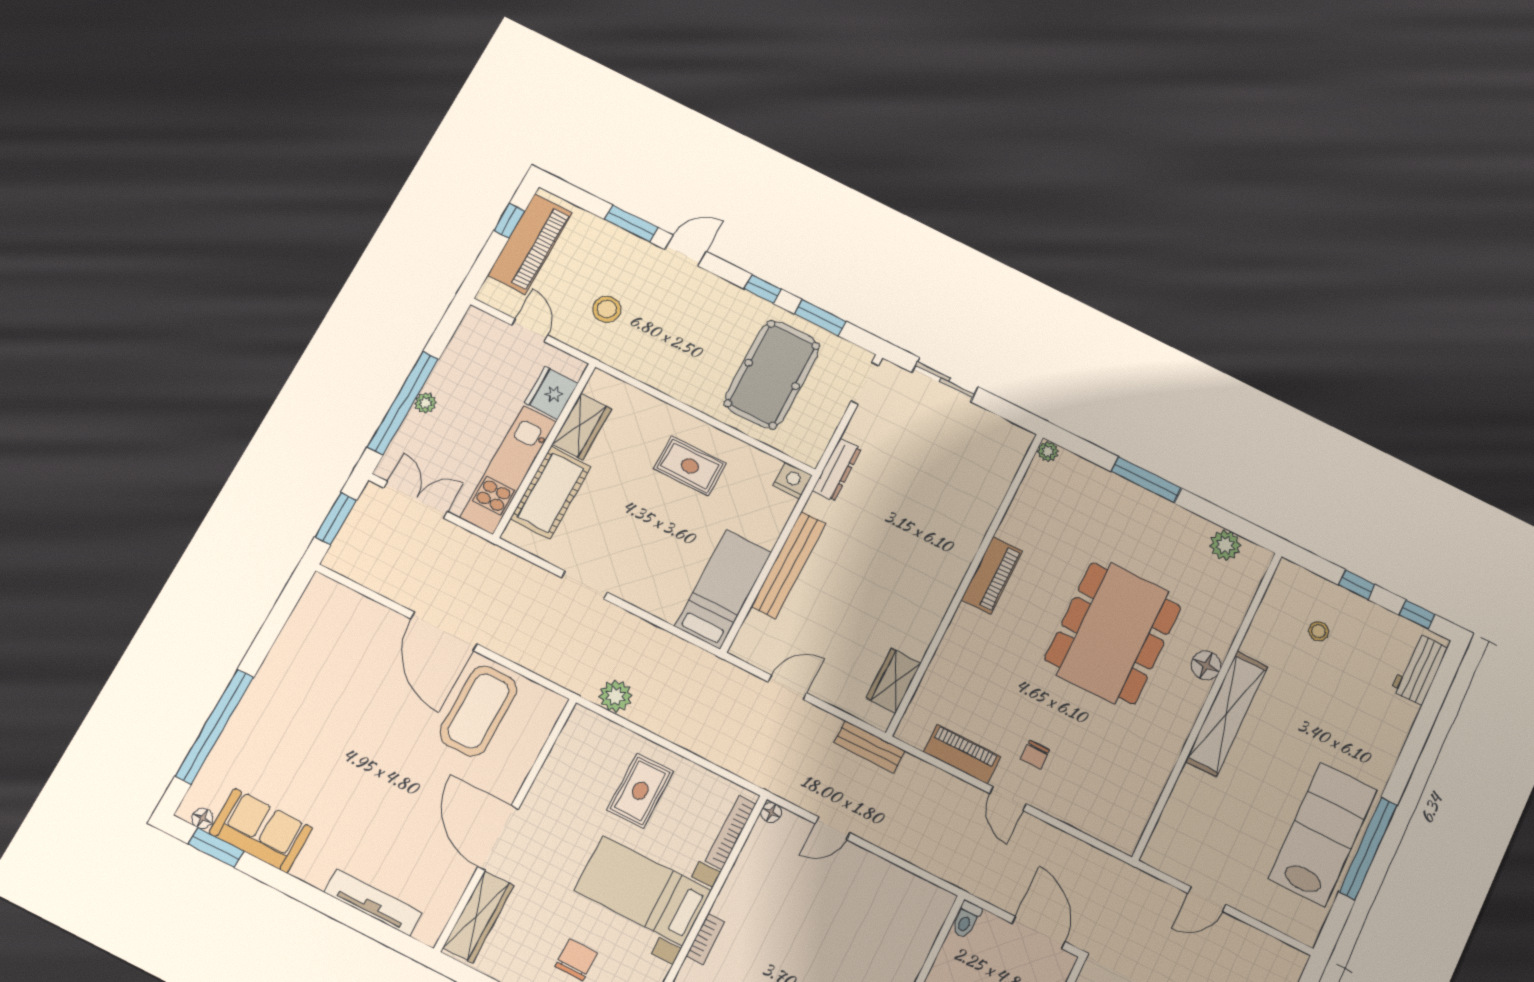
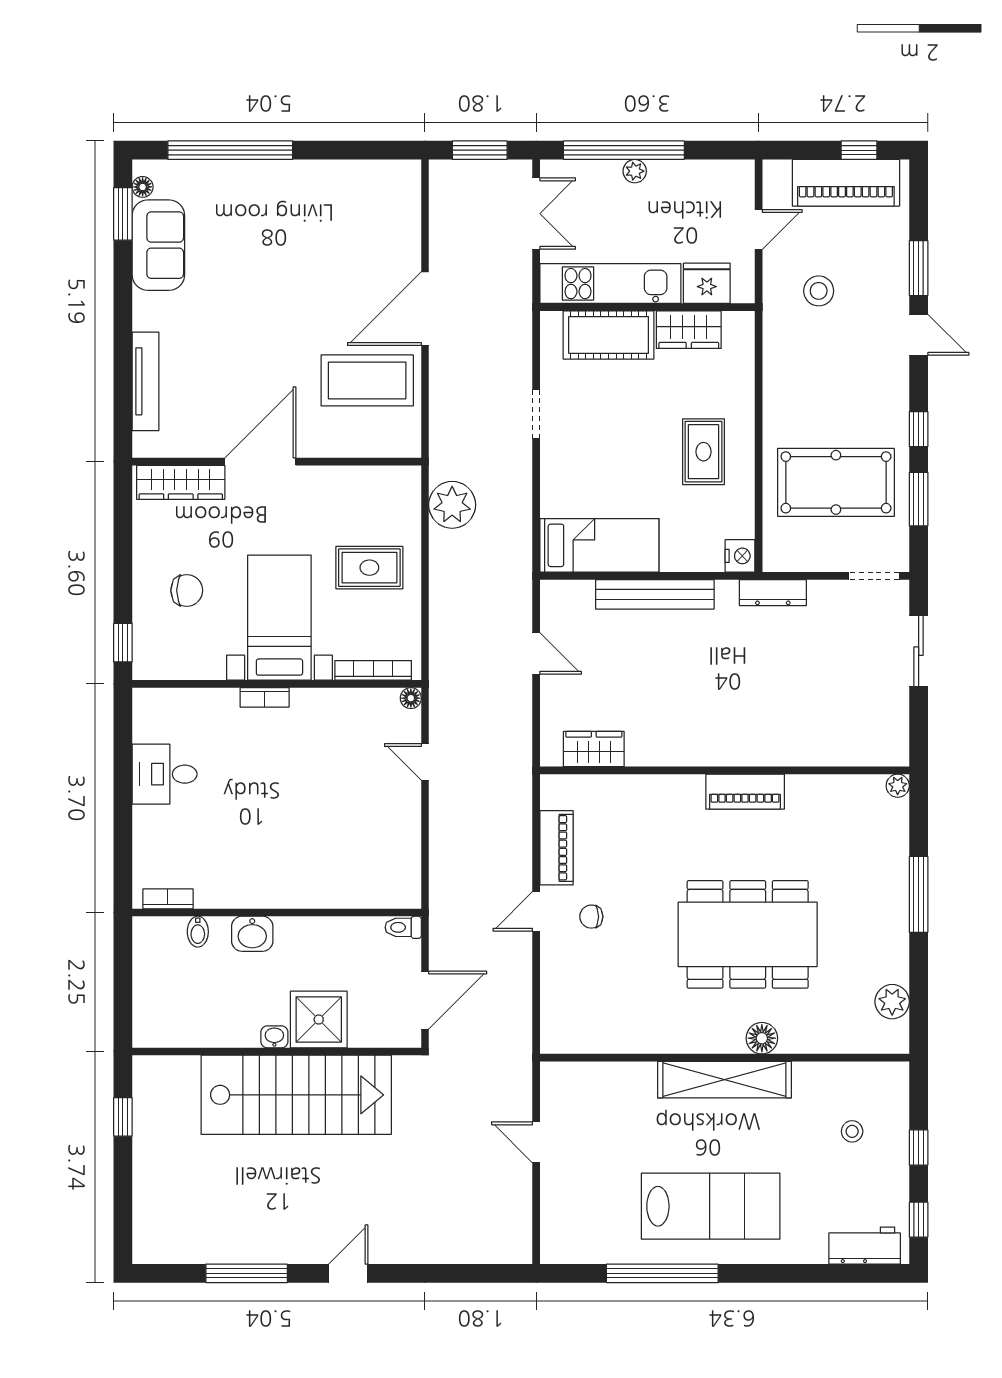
plant: (616, 696) -> (452, 505), width x1.36, depth x1.36
bench: (869, 747) -> (519, 758), removed
lab bench: (1323, 834) -> (711, 1206), moved

